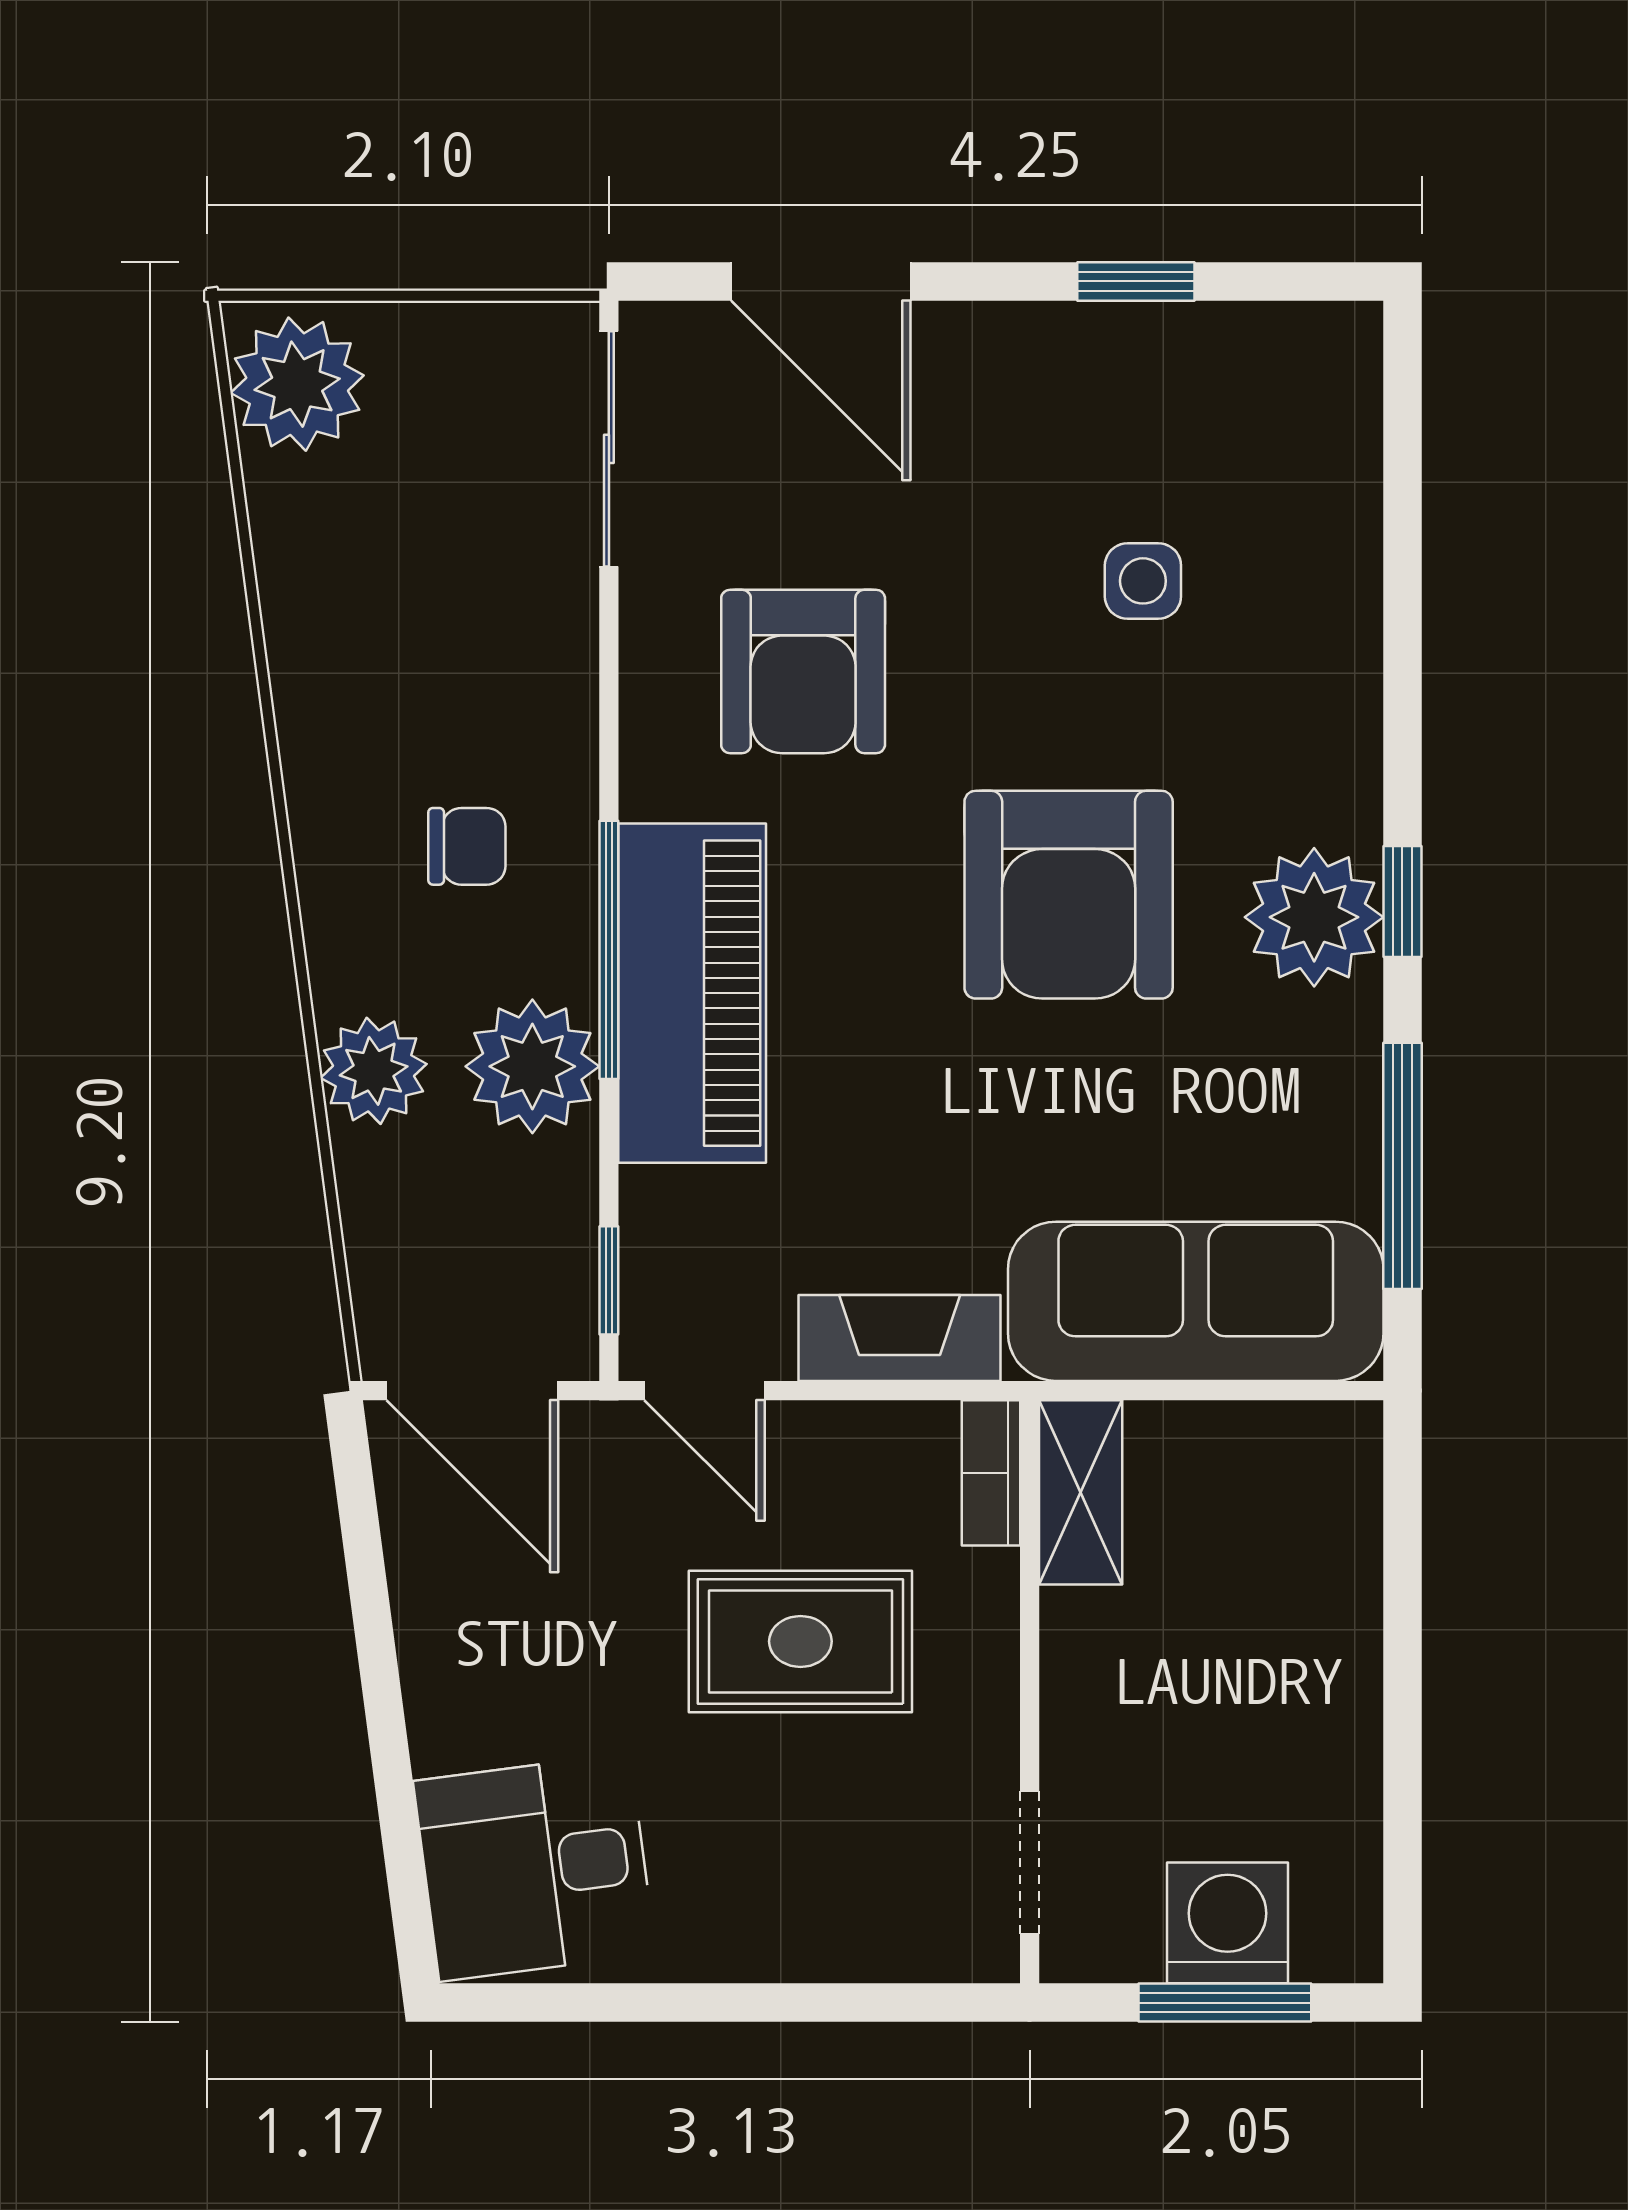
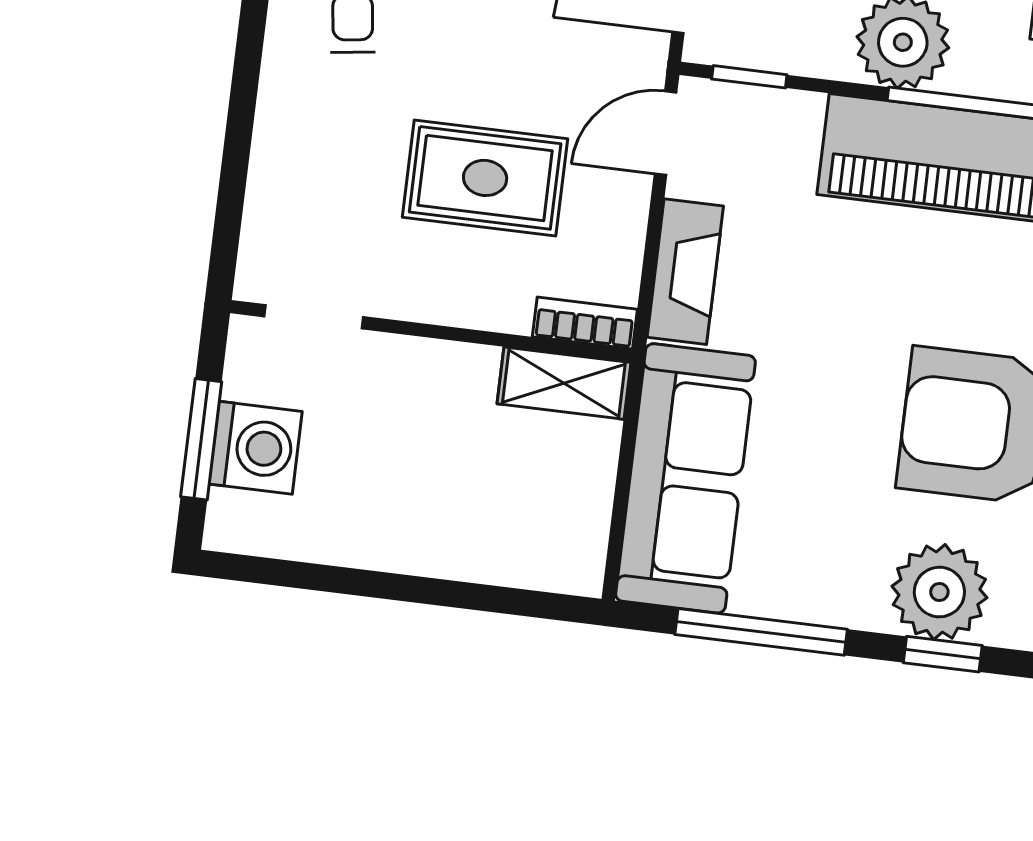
rug: (800, 1641) -> (485, 178), turned 90

